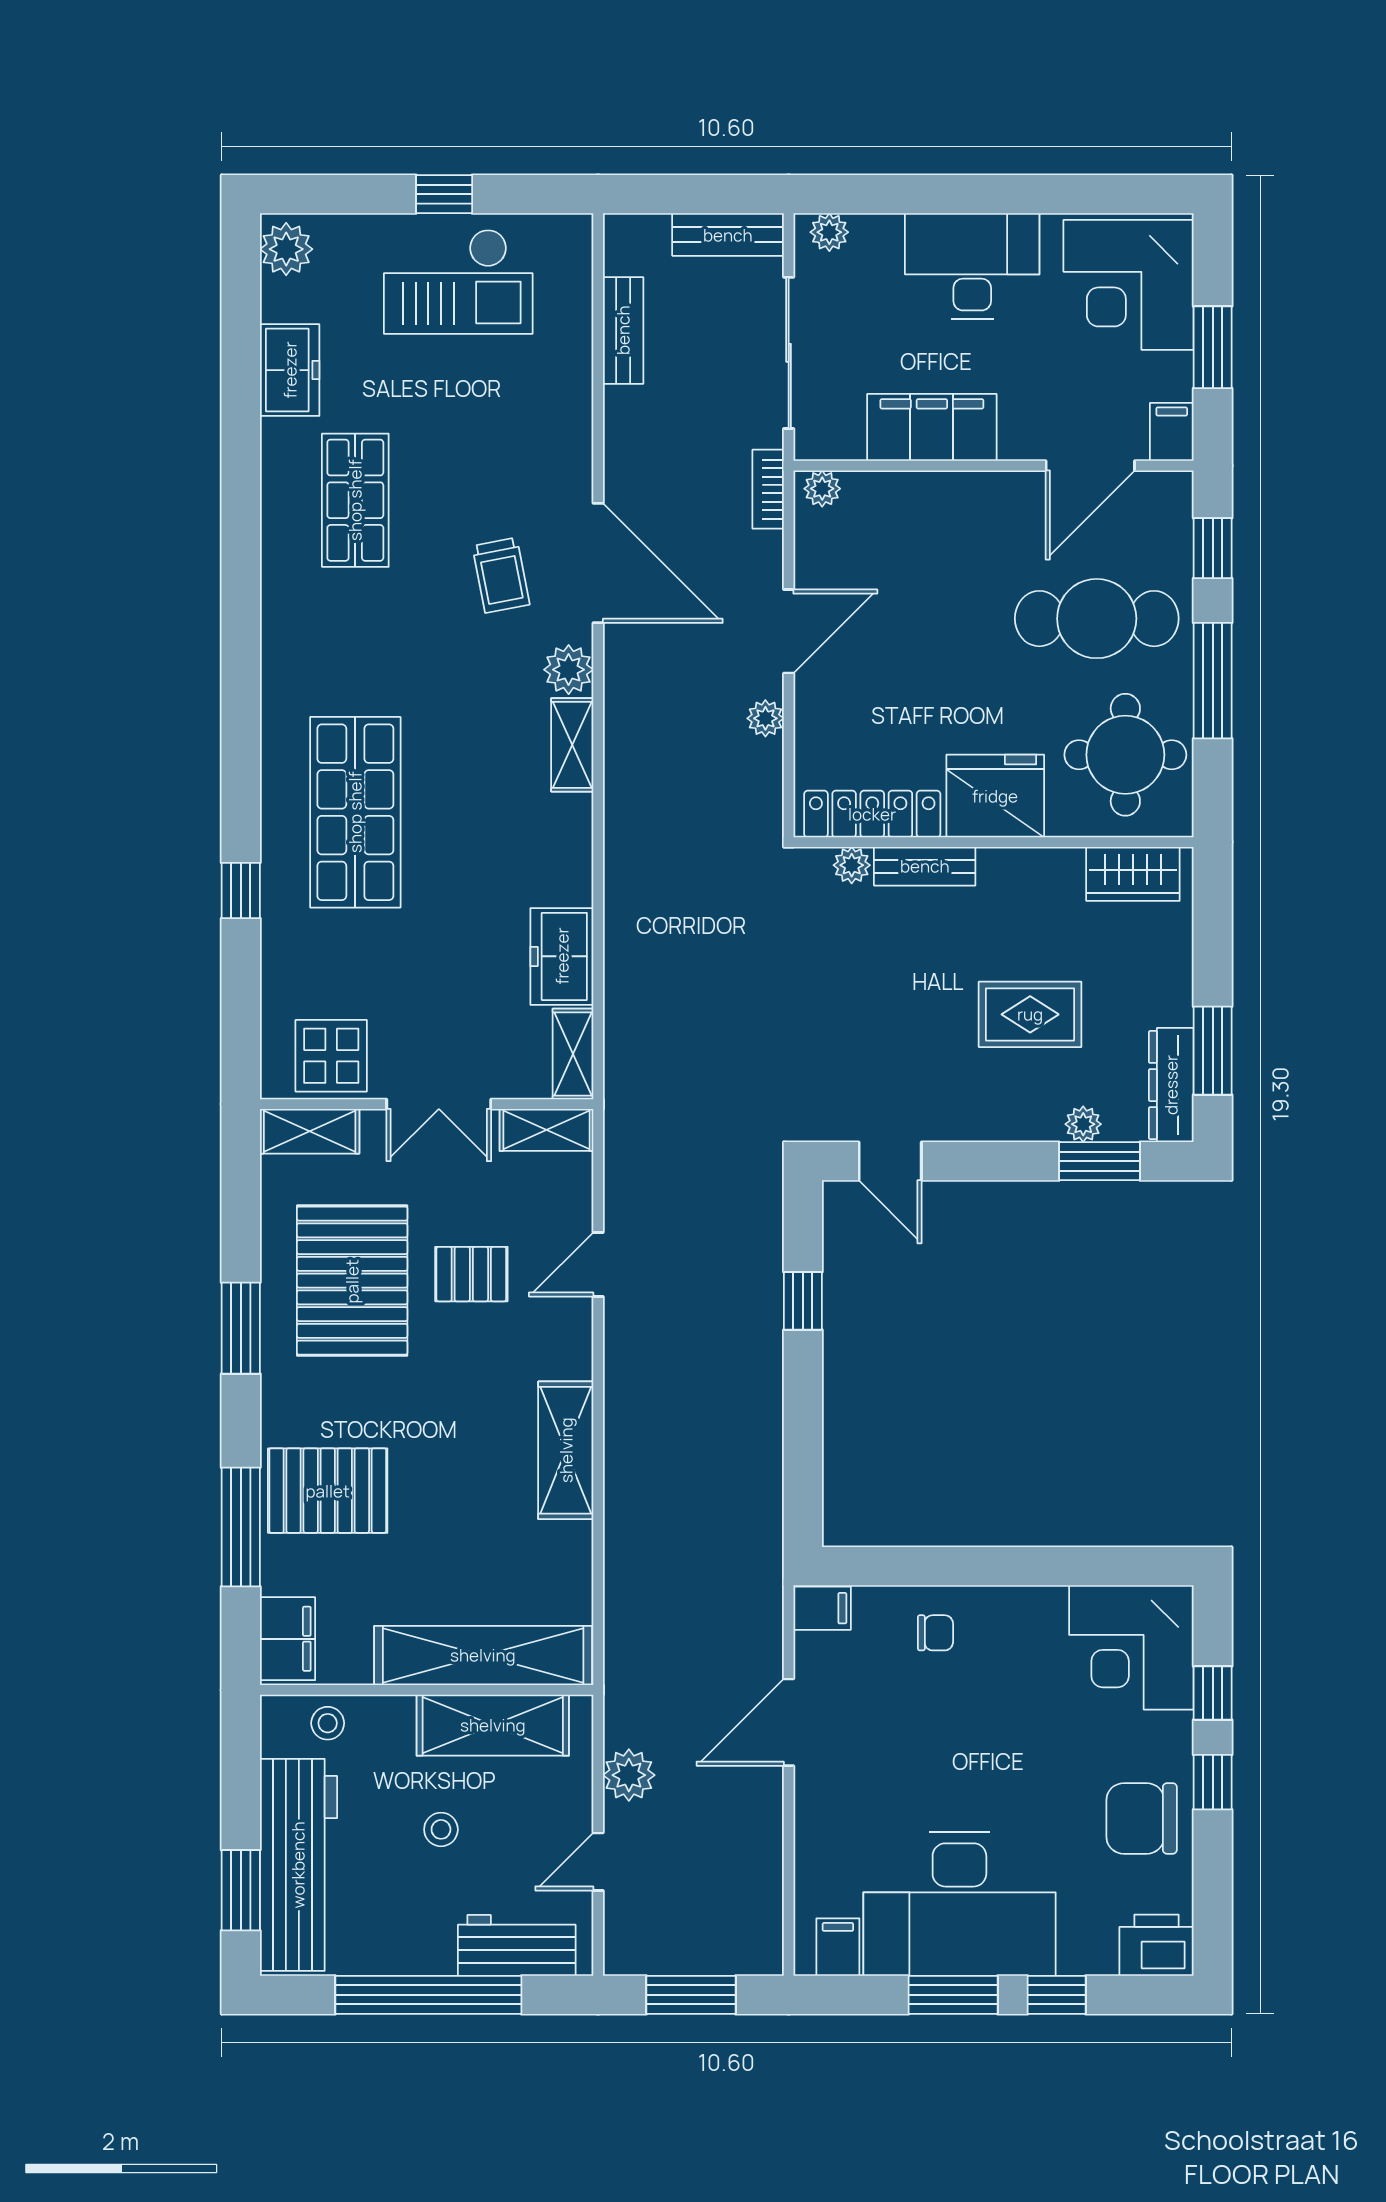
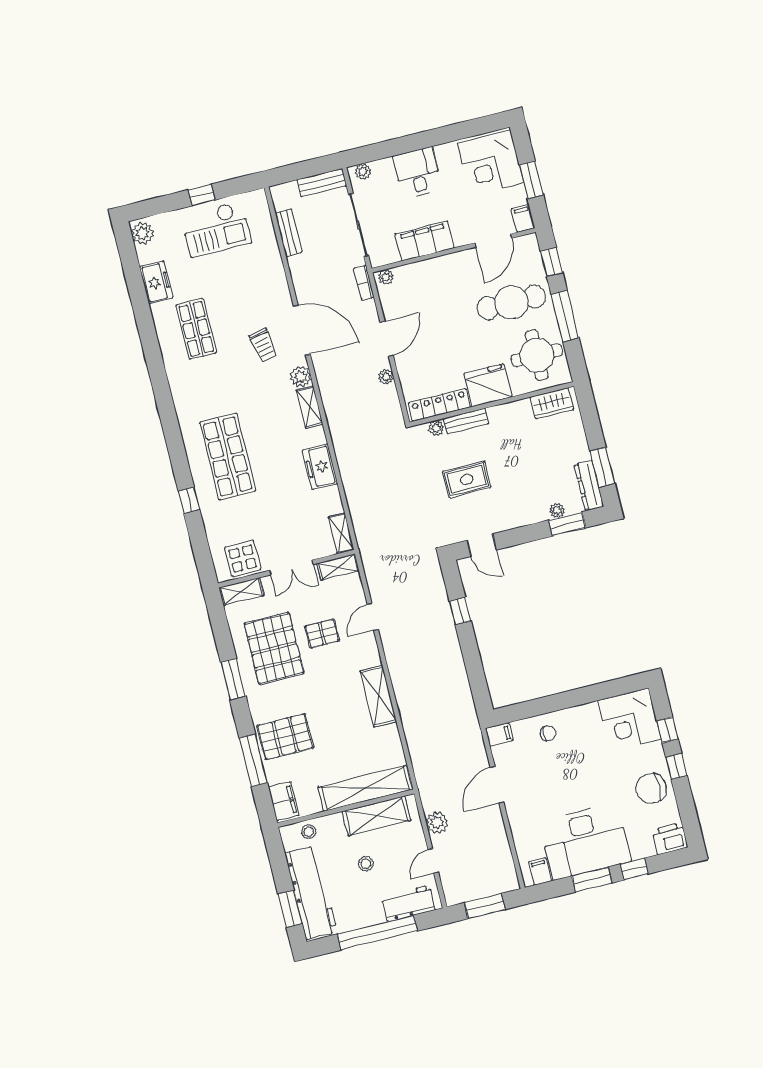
desk: (972, 266) -> (417, 173), width x0.73
freezer: (562, 956) -> (320, 467), moved
rug: (1030, 1014) -> (467, 479), moved

